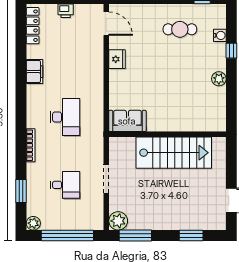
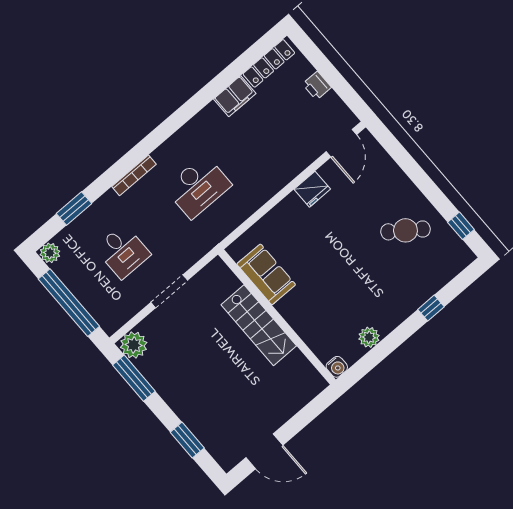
cafe table: (180, 29) -> (405, 230), turned -54
water cooler: (220, 35) -> (337, 367), moved
filing cabinet: (34, 72) -> (235, 96), moved
plant: (219, 79) -> (369, 337), moved
sofa: (127, 121) -> (266, 274), moved
stairs: (174, 153) -> (259, 325), width x0.73, depth x0.66

